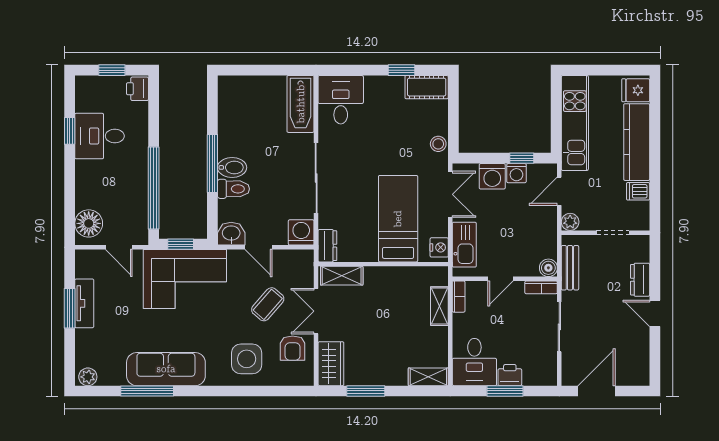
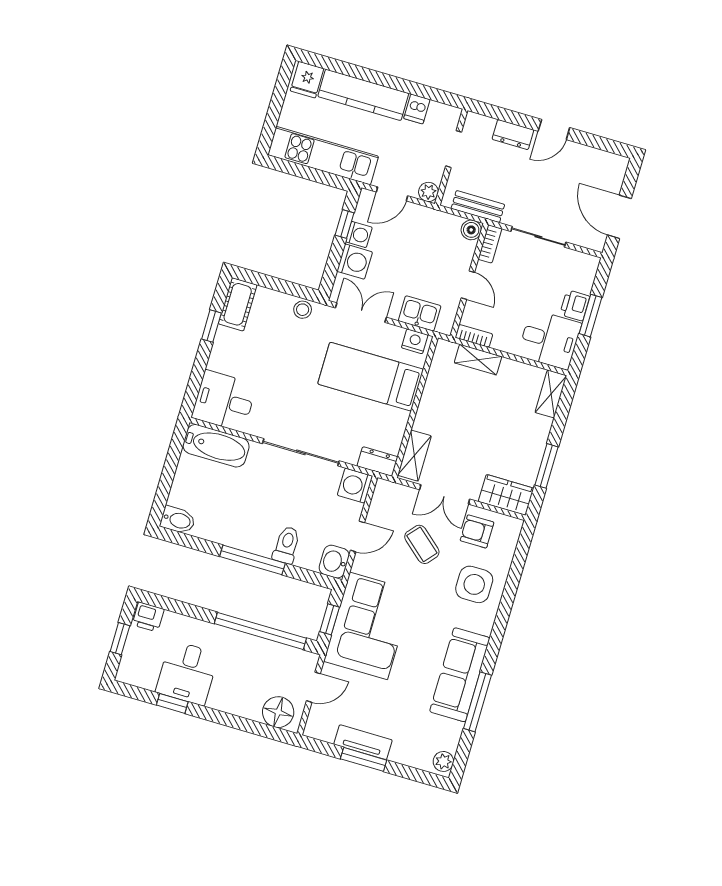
bidet: (232, 167) -> (178, 520), moved, turned 90
door: (559, 191) -> (392, 194), hinge flipped
kitchen sink: (464, 245) -> (420, 313), width x0.73
armchair: (293, 348) -> (477, 531), turned 180

